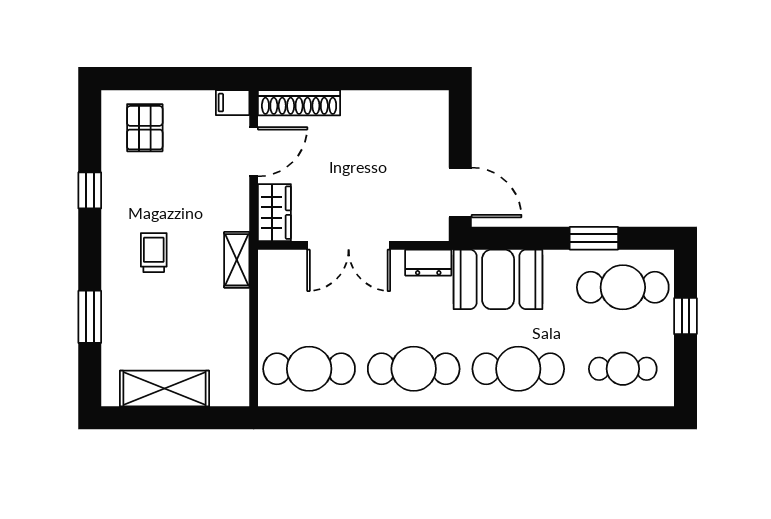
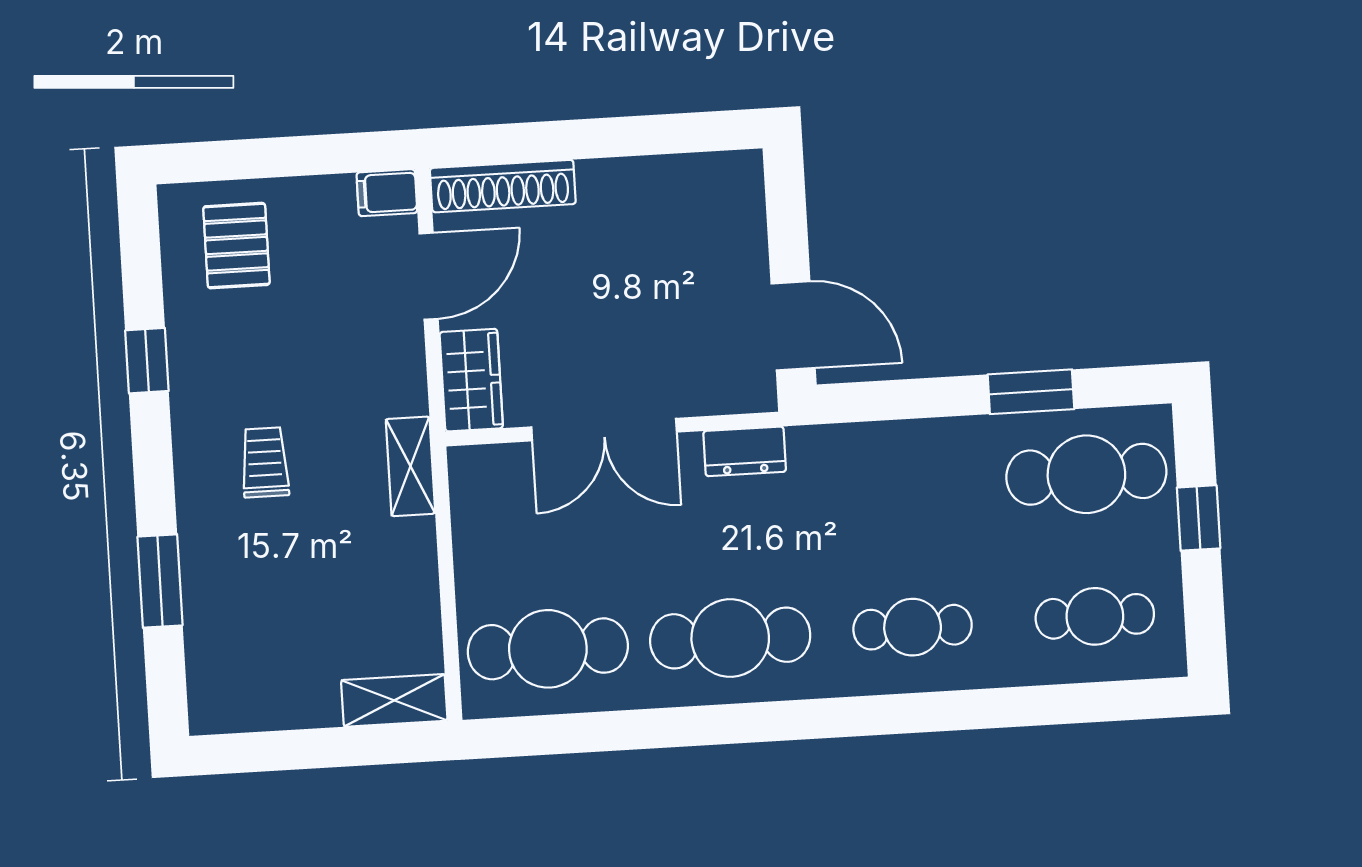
booth: (498, 279) -> (868, 474), removed
cafe table: (518, 369) -> (913, 627), width x0.73, depth x0.74
shelving: (164, 389) -> (394, 700), moved, width x0.67, depth x0.75

